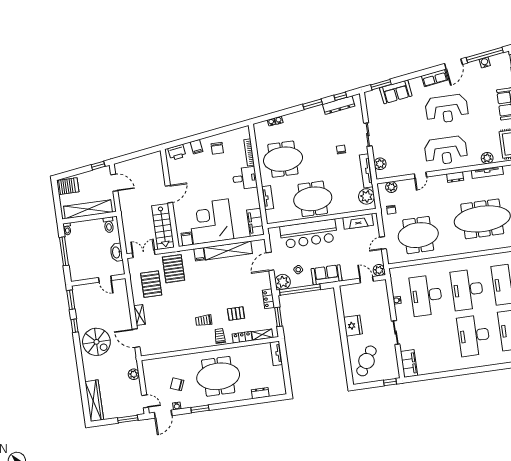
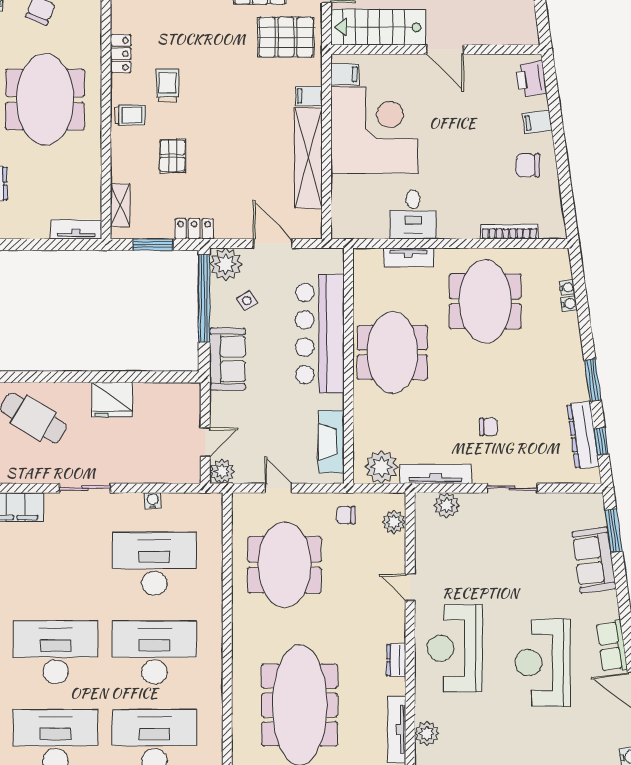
desk: (245, 178) -> (413, 215), moved
filing cabinet: (255, 222) -> (360, 224), removed
locker: (242, 337) -> (121, 54), moved

